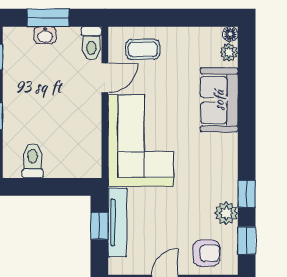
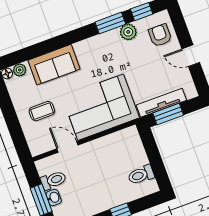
toilet: (91, 43) -> (53, 180), moved
coffee table: (143, 49) -> (42, 111), moved, turned 90
window: (247, 194) -> (110, 23), width x1.50
window: (99, 226) -> (168, 114), width x1.50

